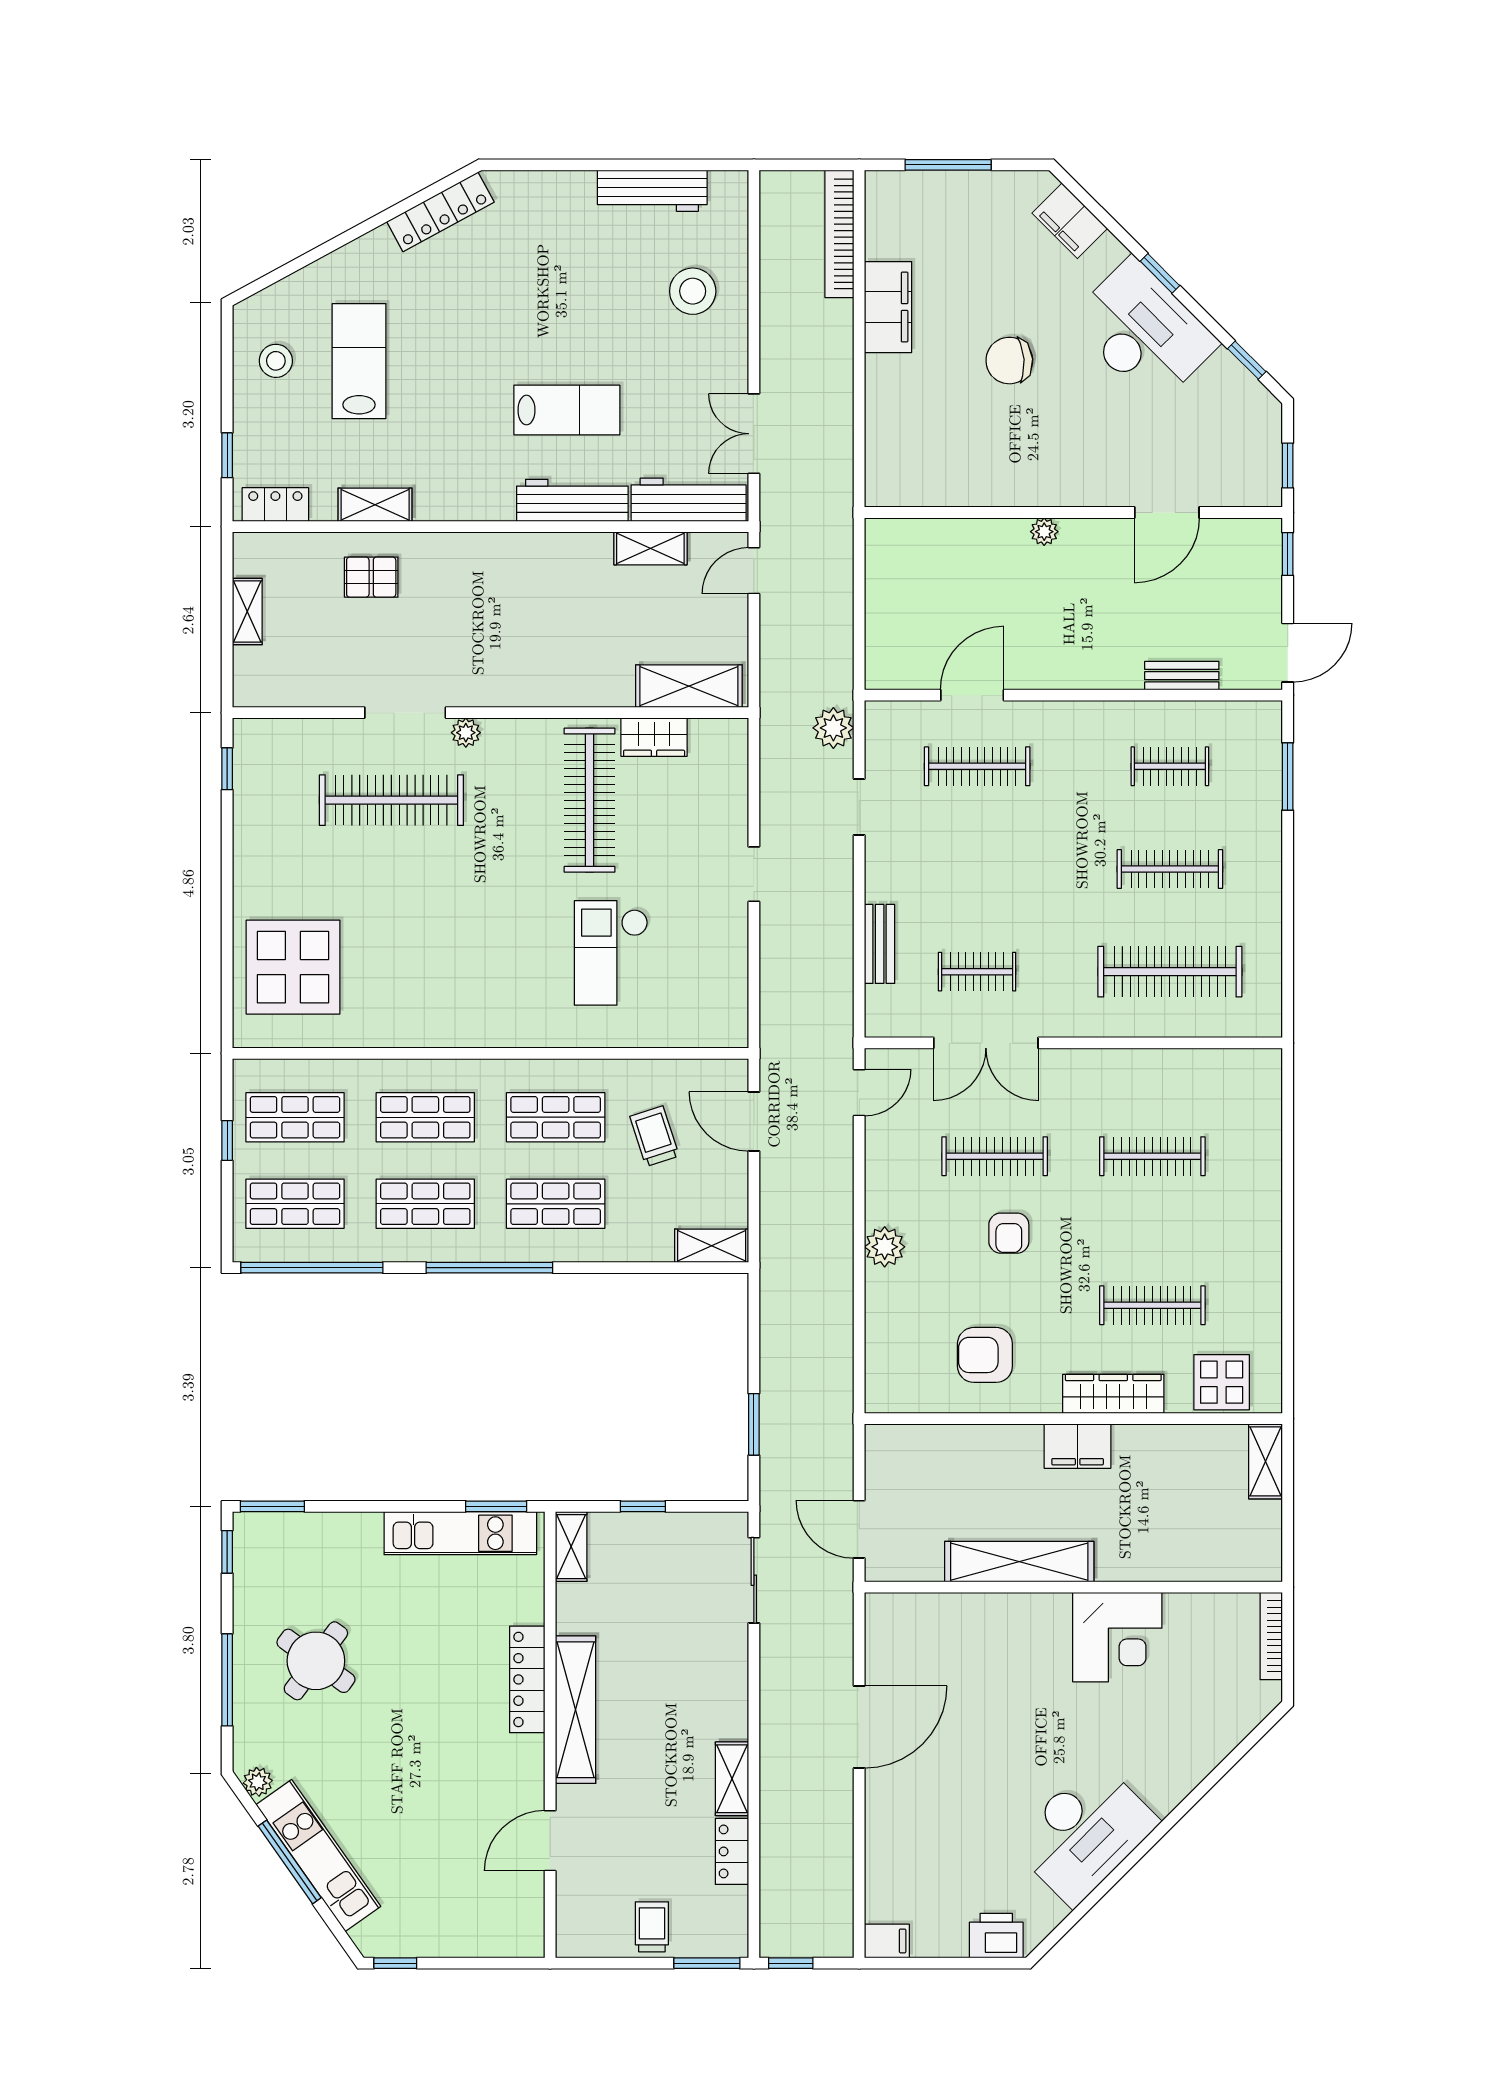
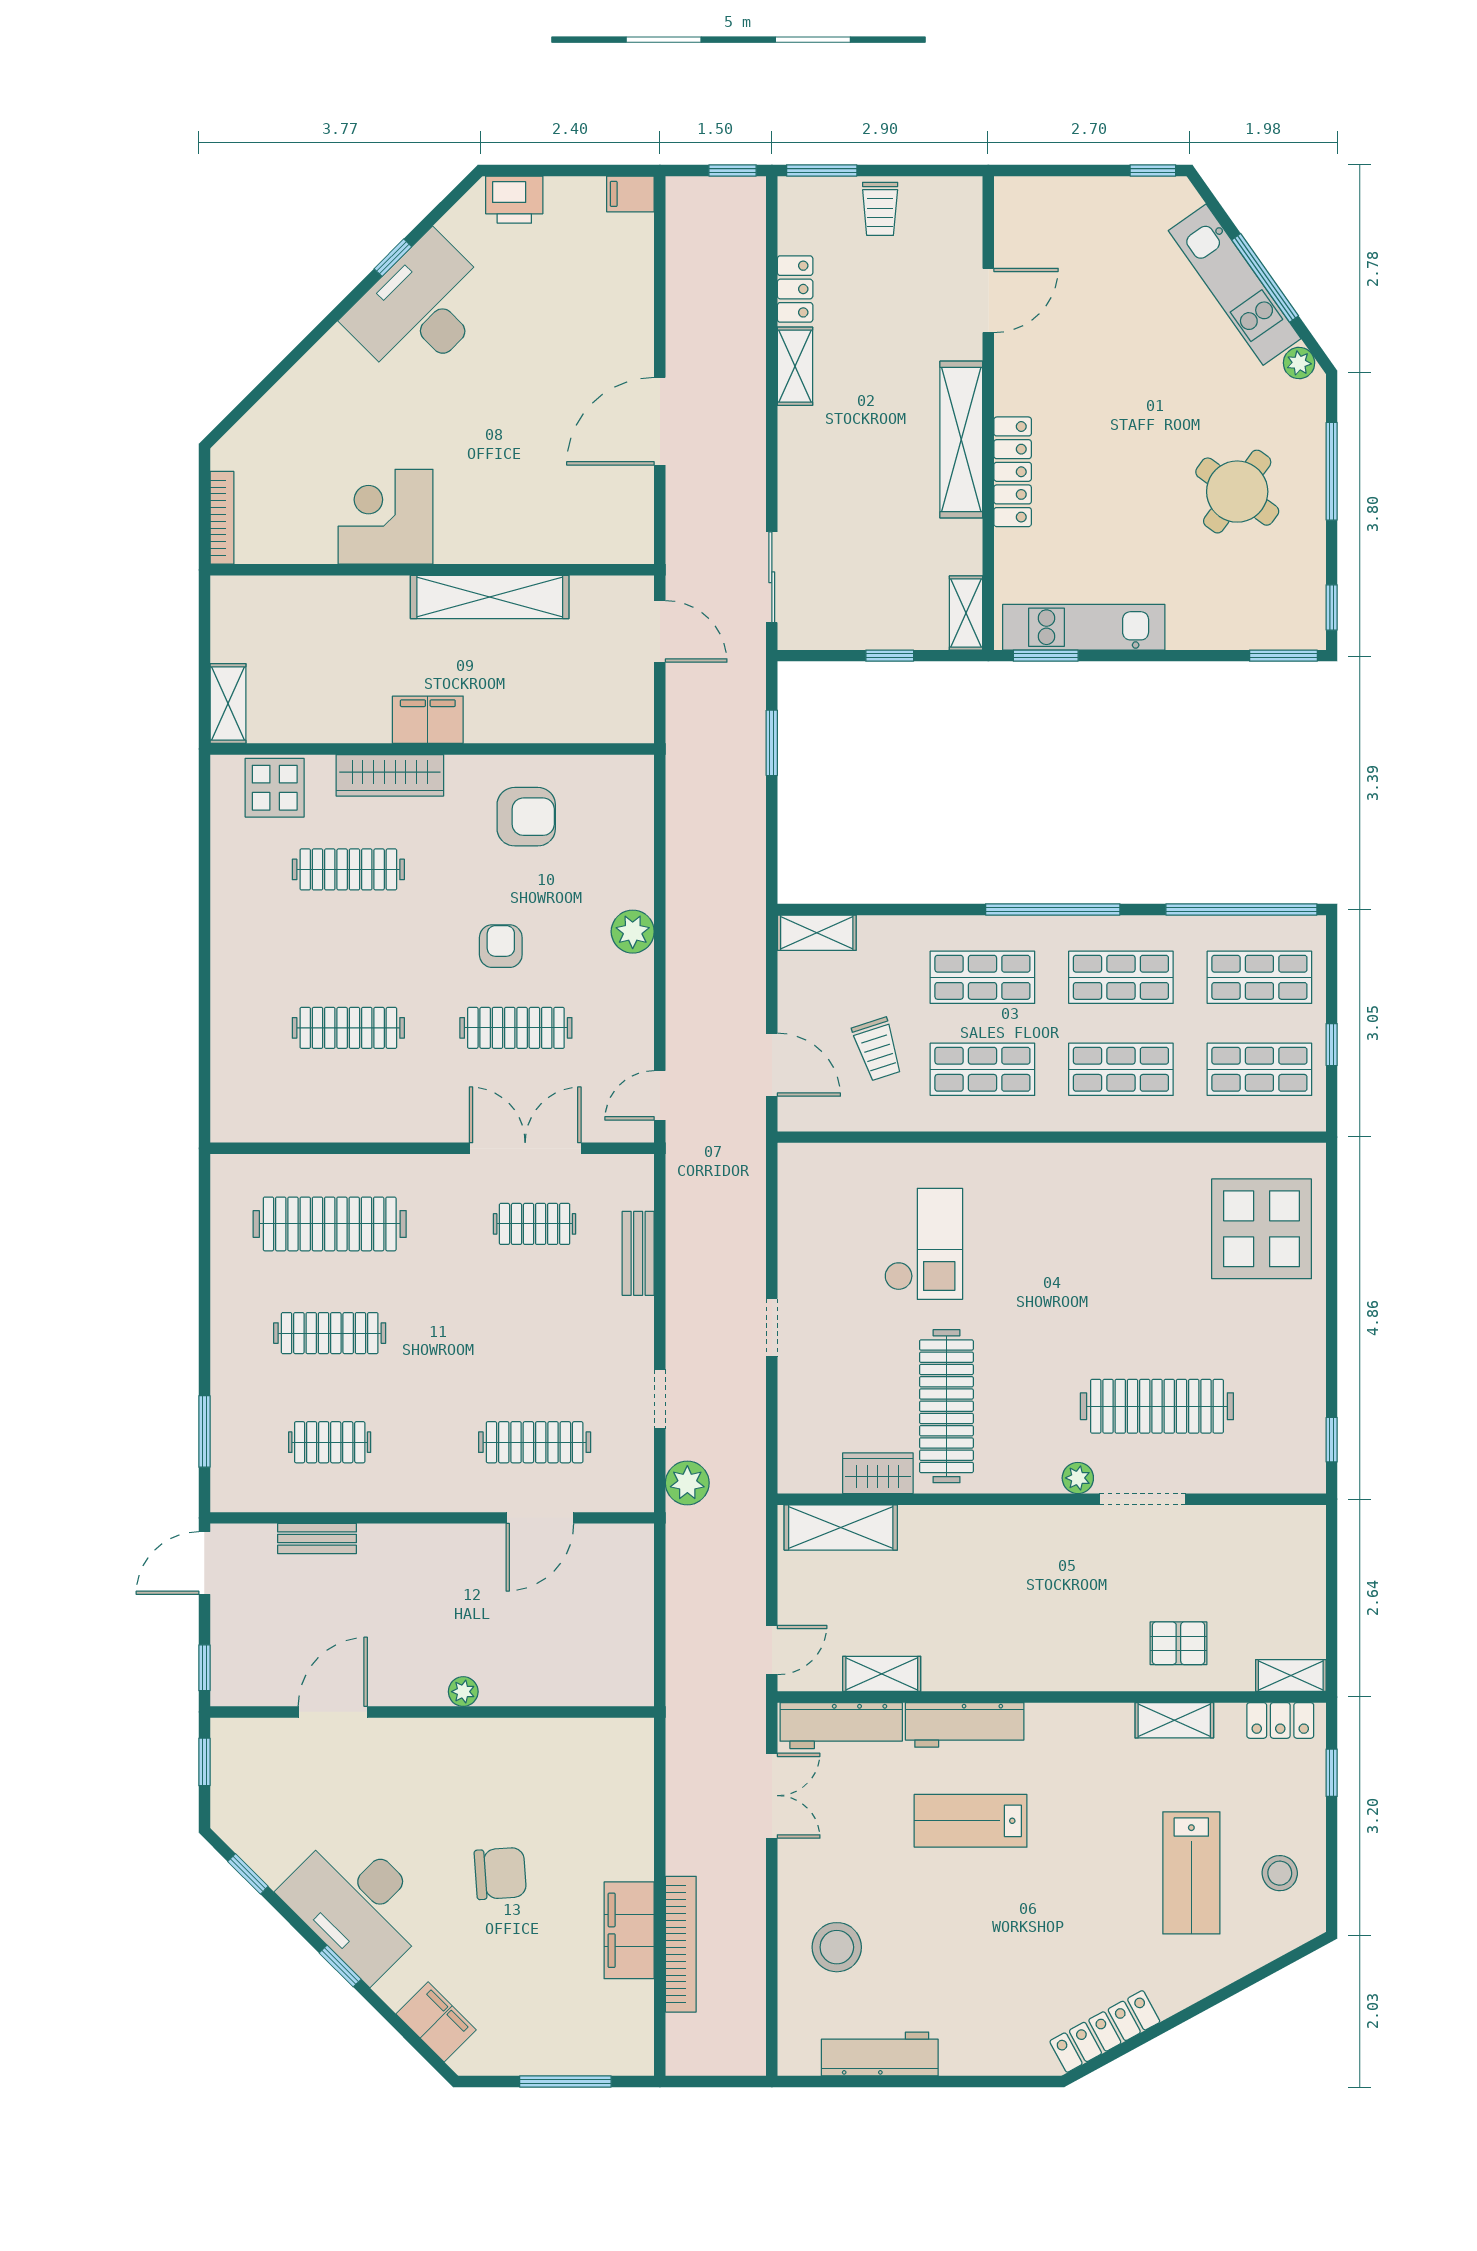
bookcase: (839, 234) -> (681, 1944), moved
shelving: (247, 611) -> (1291, 1676), moved, turned 90
window: (1110, 1881) -> (393, 258), added

